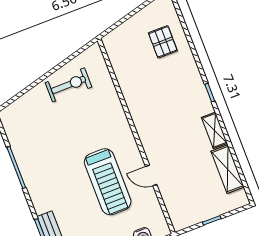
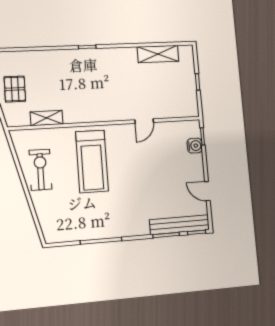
pallet: (163, 42) -> (15, 89), moved, turned 90
shelving: (214, 130) -> (47, 118), moved
treadmill: (108, 182) -> (92, 161), moved, turned 90

